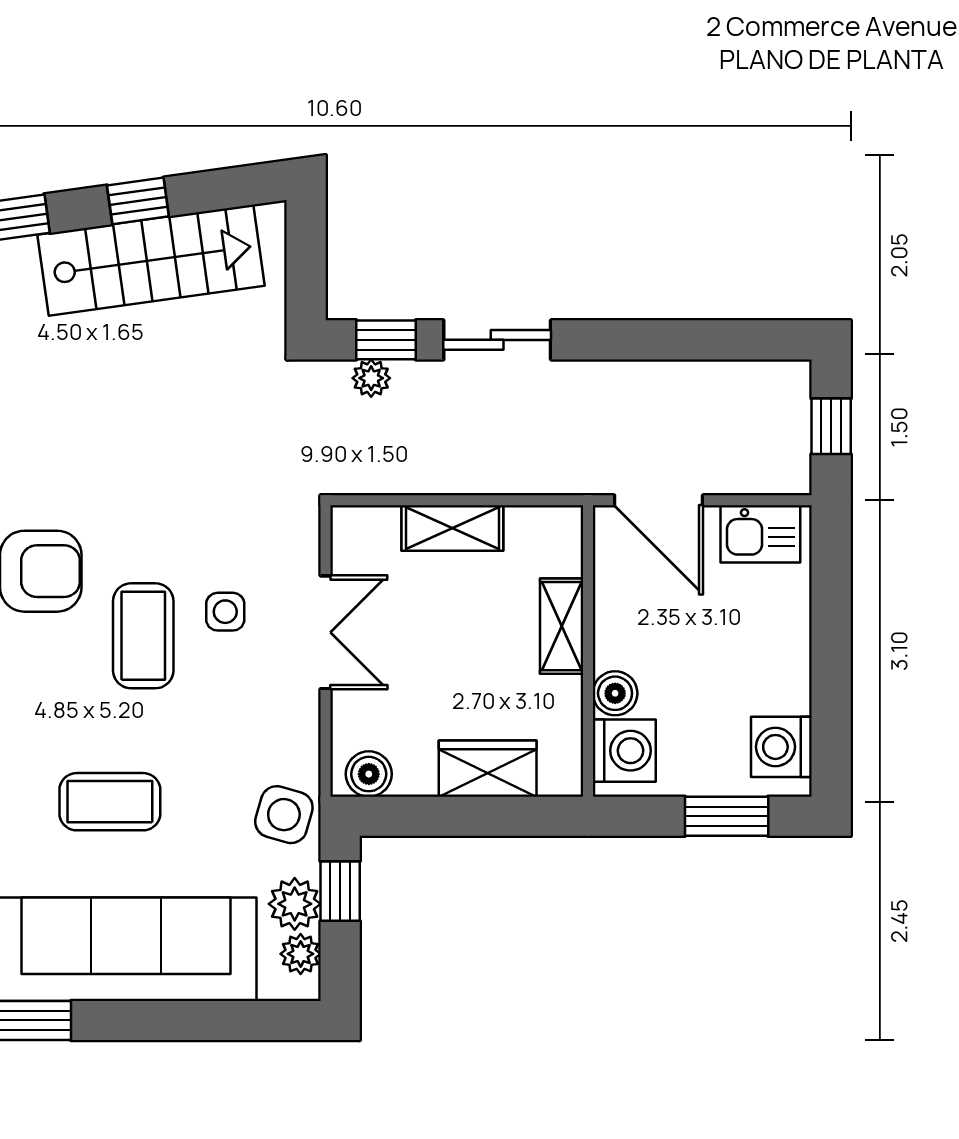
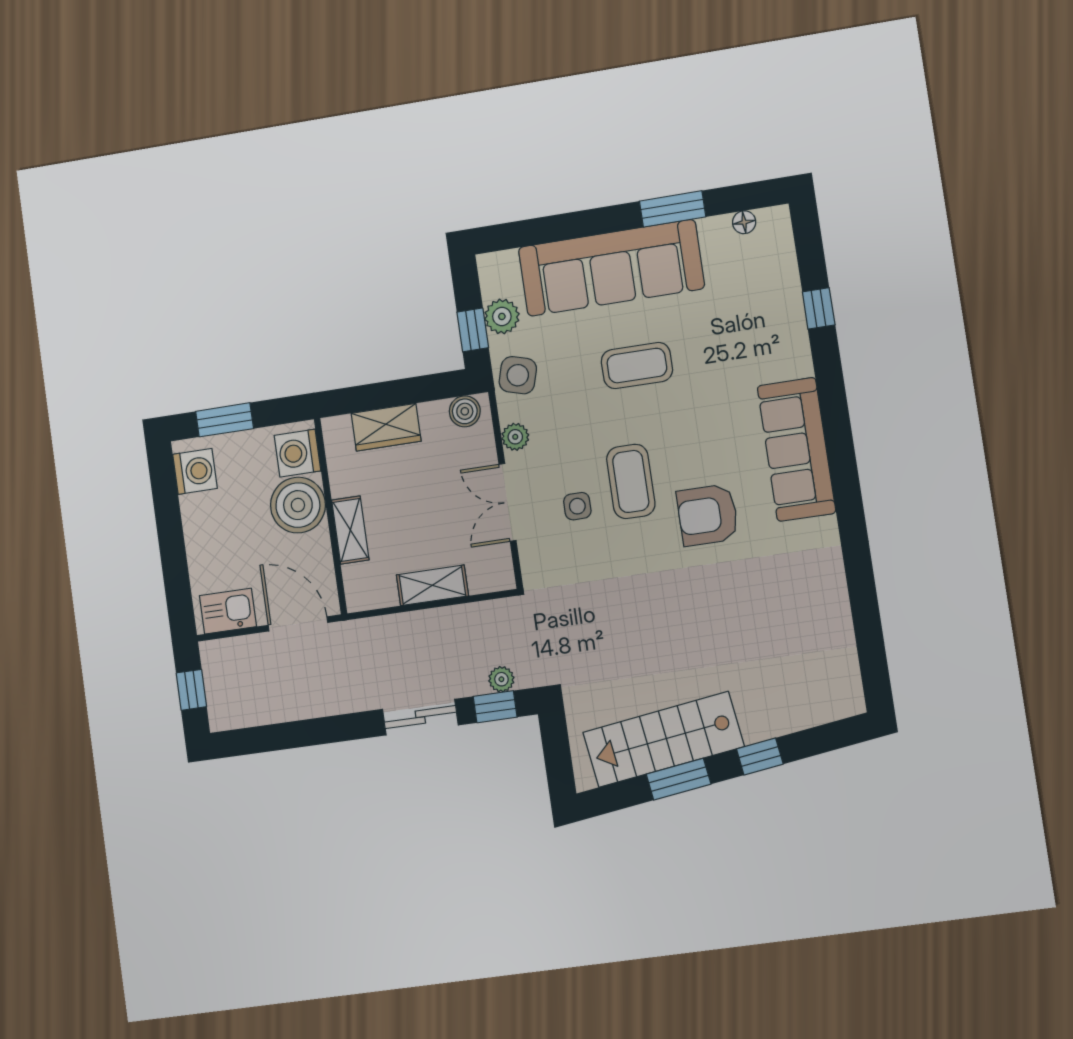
window: (138, 201) -> (678, 779), width x1.50
boiler: (615, 693) -> (298, 505), width x1.86, depth x1.86
plant: (301, 954) -> (515, 437), moved

